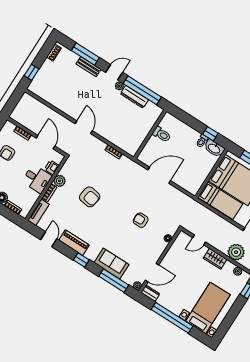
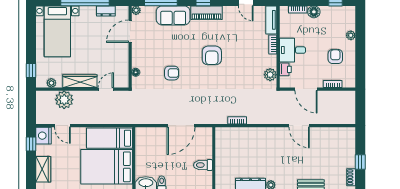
window: (32, 72) -> (360, 162), moved
door: (84, 127) -> (299, 126), moved
plant: (60, 181) -> (270, 75), moved
armchair: (90, 197) -> (212, 55), moved, turned -99
piano: (74, 243) -> (206, 13), moved
wardrobe: (215, 259) -> (80, 81), width x1.50
dresser: (150, 293) -> (106, 11), moved

